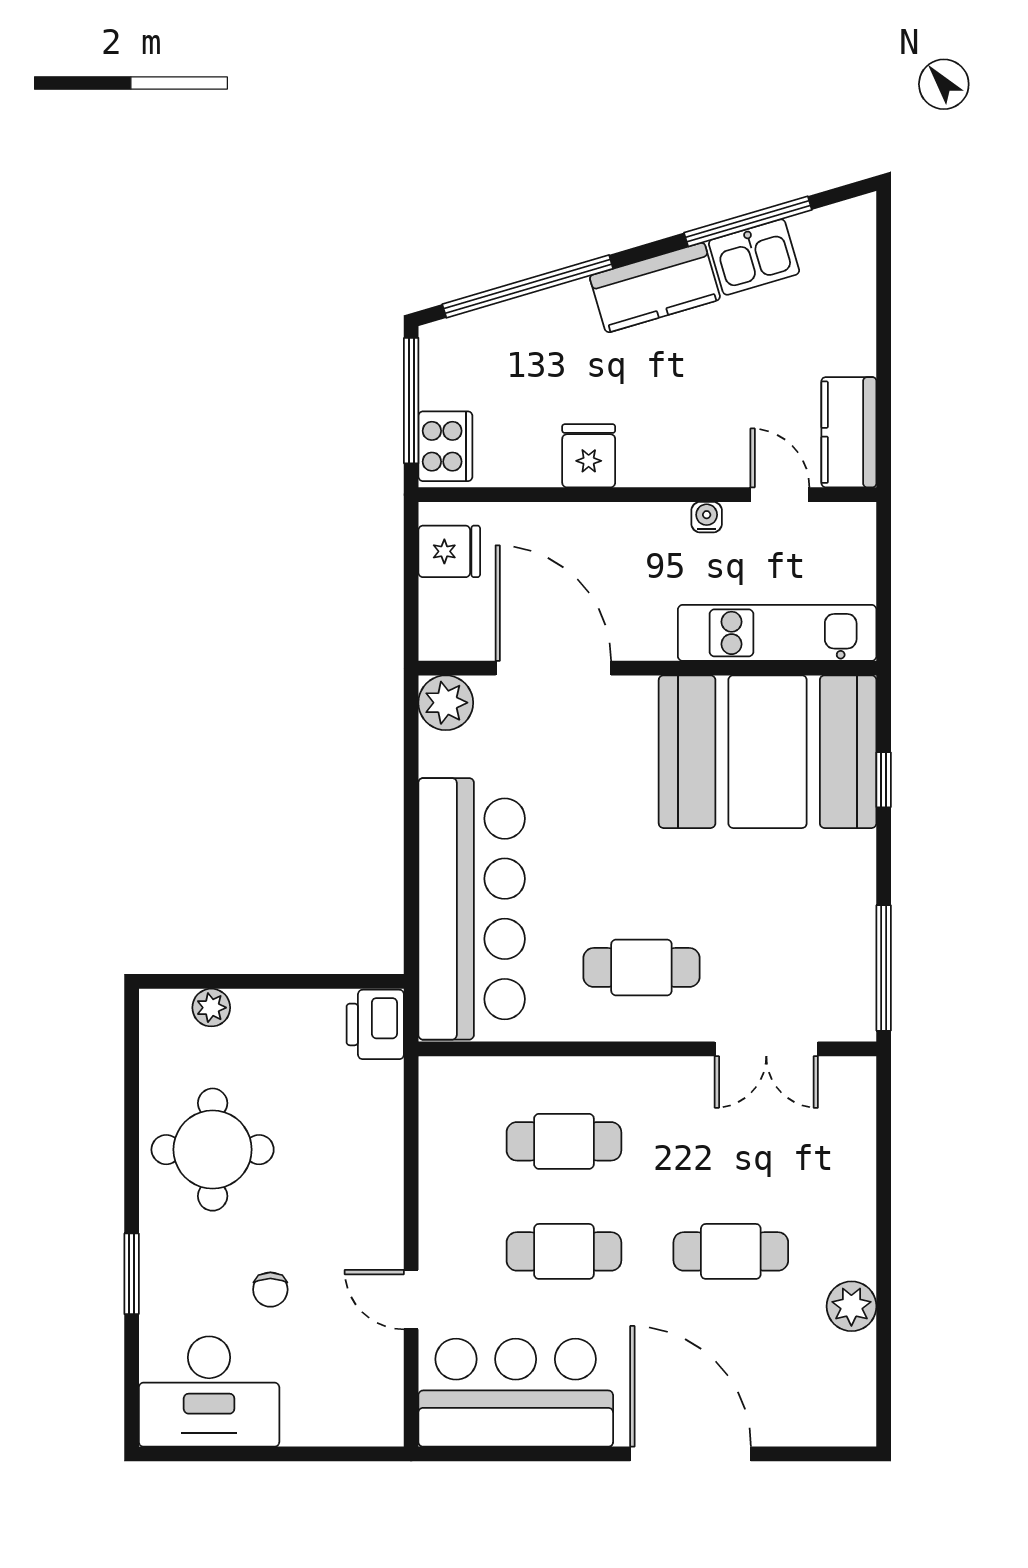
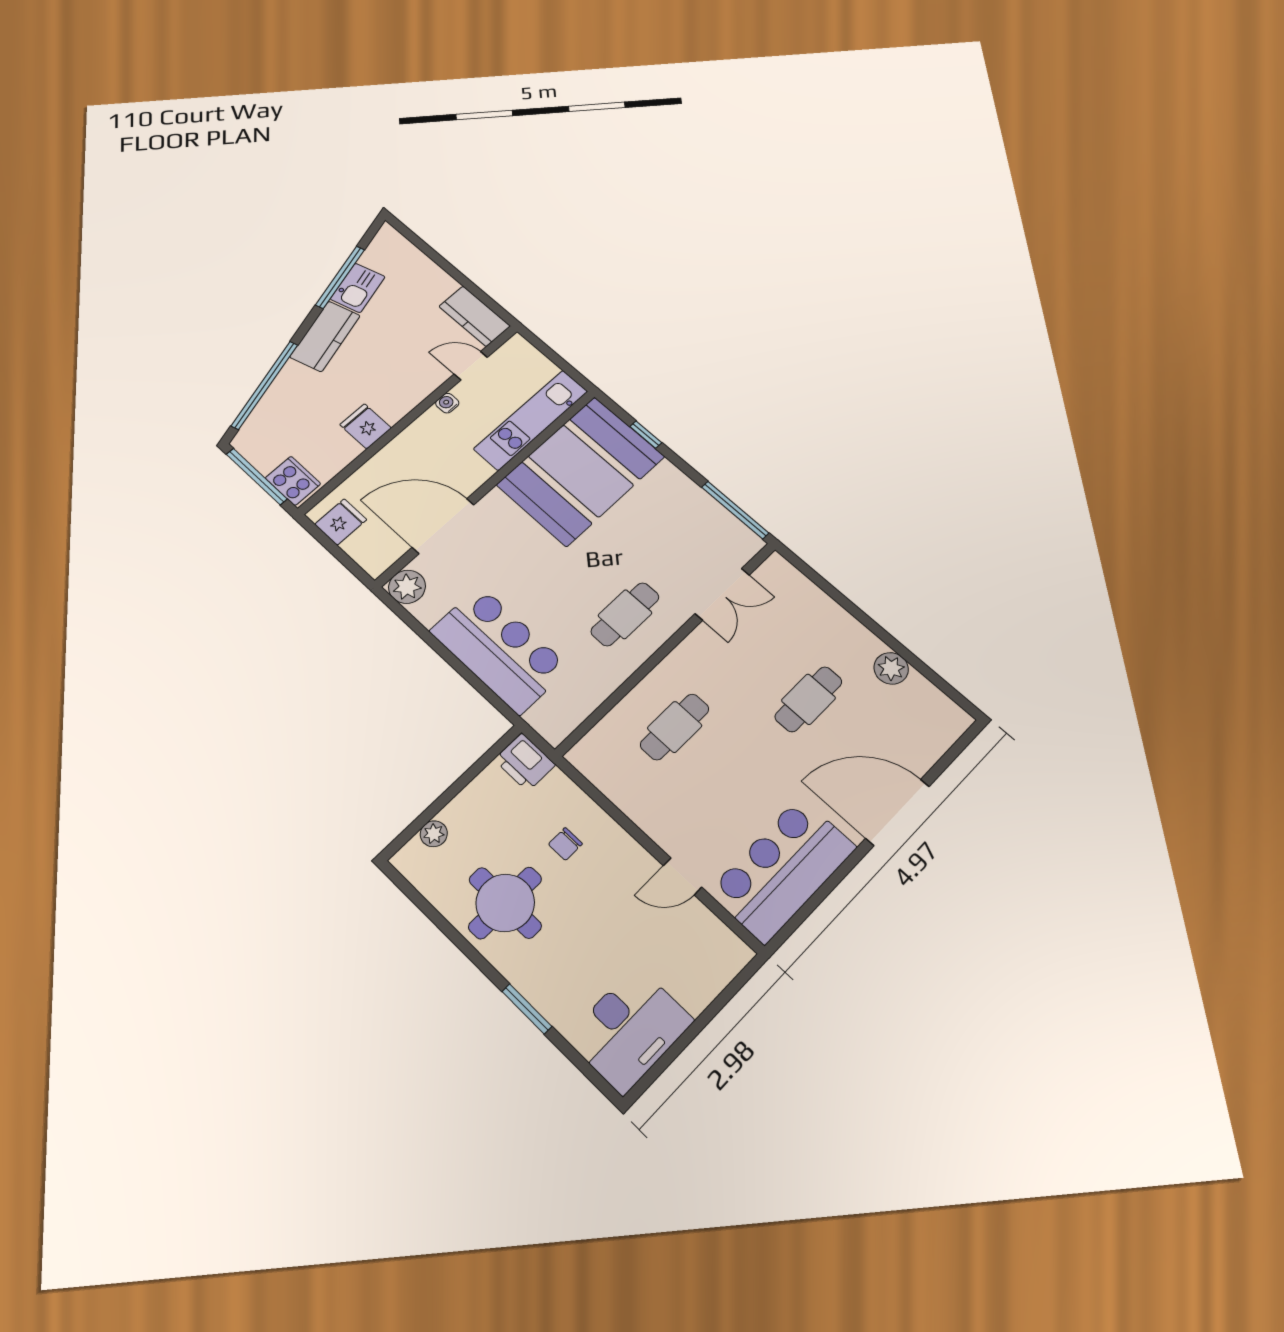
bar counter: (472, 909) -> (499, 649), width x0.73
cafe table: (564, 1251) -> (731, 778), removed
chair: (270, 1290) -> (565, 844), moved, turned 90

